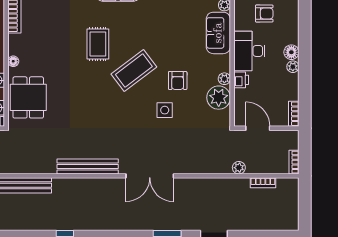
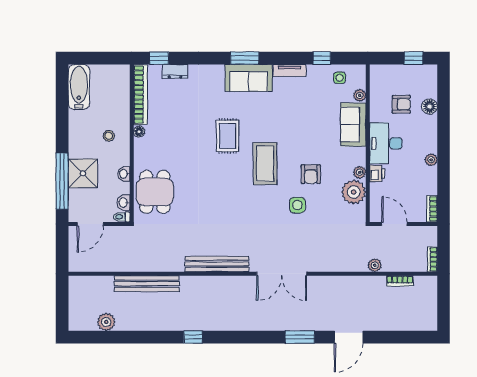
floor lamp: (291, 52) -> (430, 107), moved
floor lamp: (13, 61) -> (139, 132), moved
coffee table: (134, 70) -> (265, 164), turned -53

